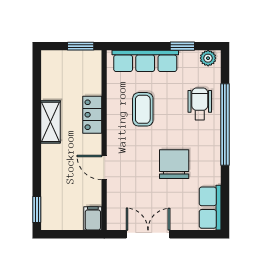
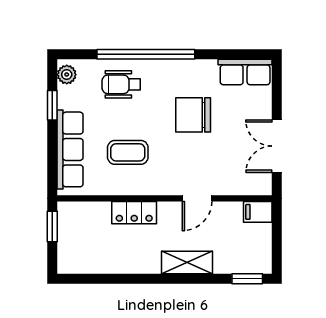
shelving: (50, 122) -> (187, 262), moved

